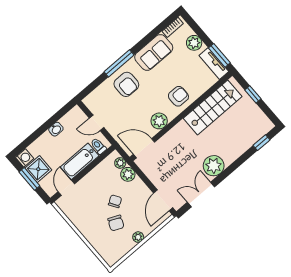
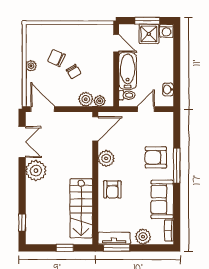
washbasin: (56, 129) -> (168, 89), moved

